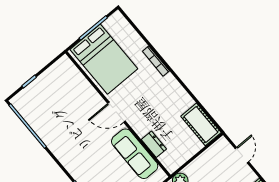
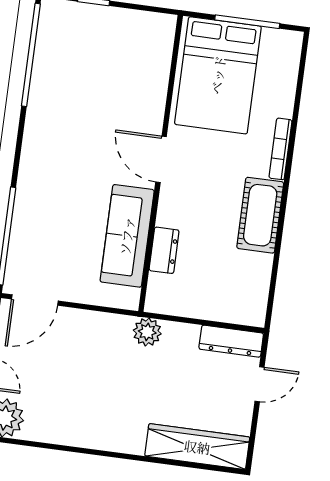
cot: (201, 124) -> (260, 215), moved
dresser: (214, 151) -> (231, 341), added

